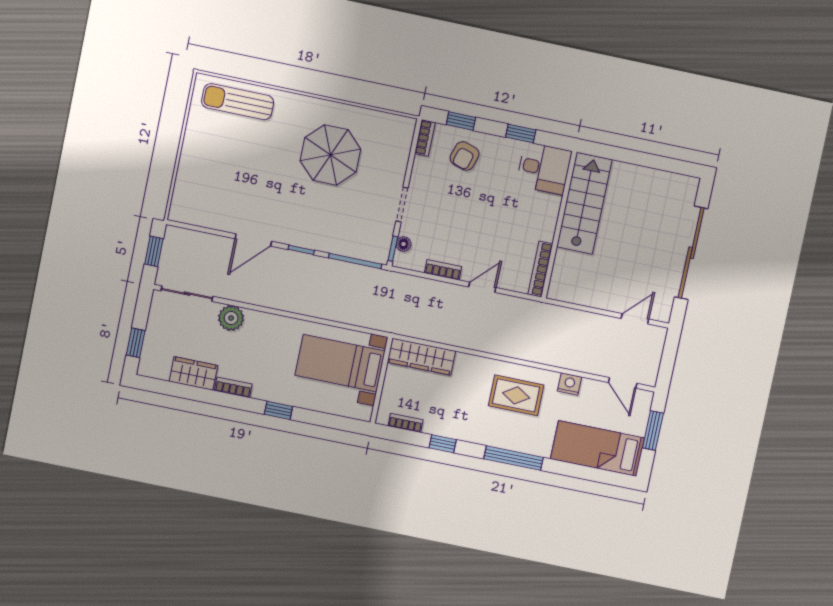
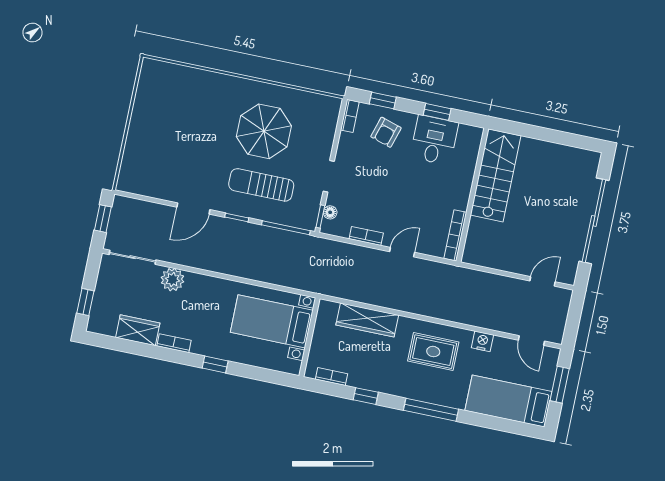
sun lounger: (238, 102) -> (261, 185), moved
desk: (544, 168) -> (434, 140), moved, turned -90
wardrobe: (421, 357) -> (367, 320), moved

